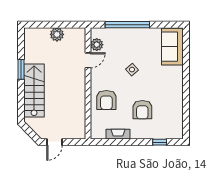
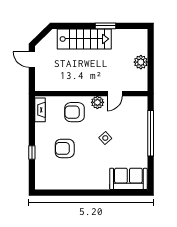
plant: (97, 45) -> (97, 102), moved
door: (88, 60) -> (115, 94), hinge flipped
fireplace: (118, 134) -> (40, 110), moved
window: (160, 142) -> (32, 153), moved

